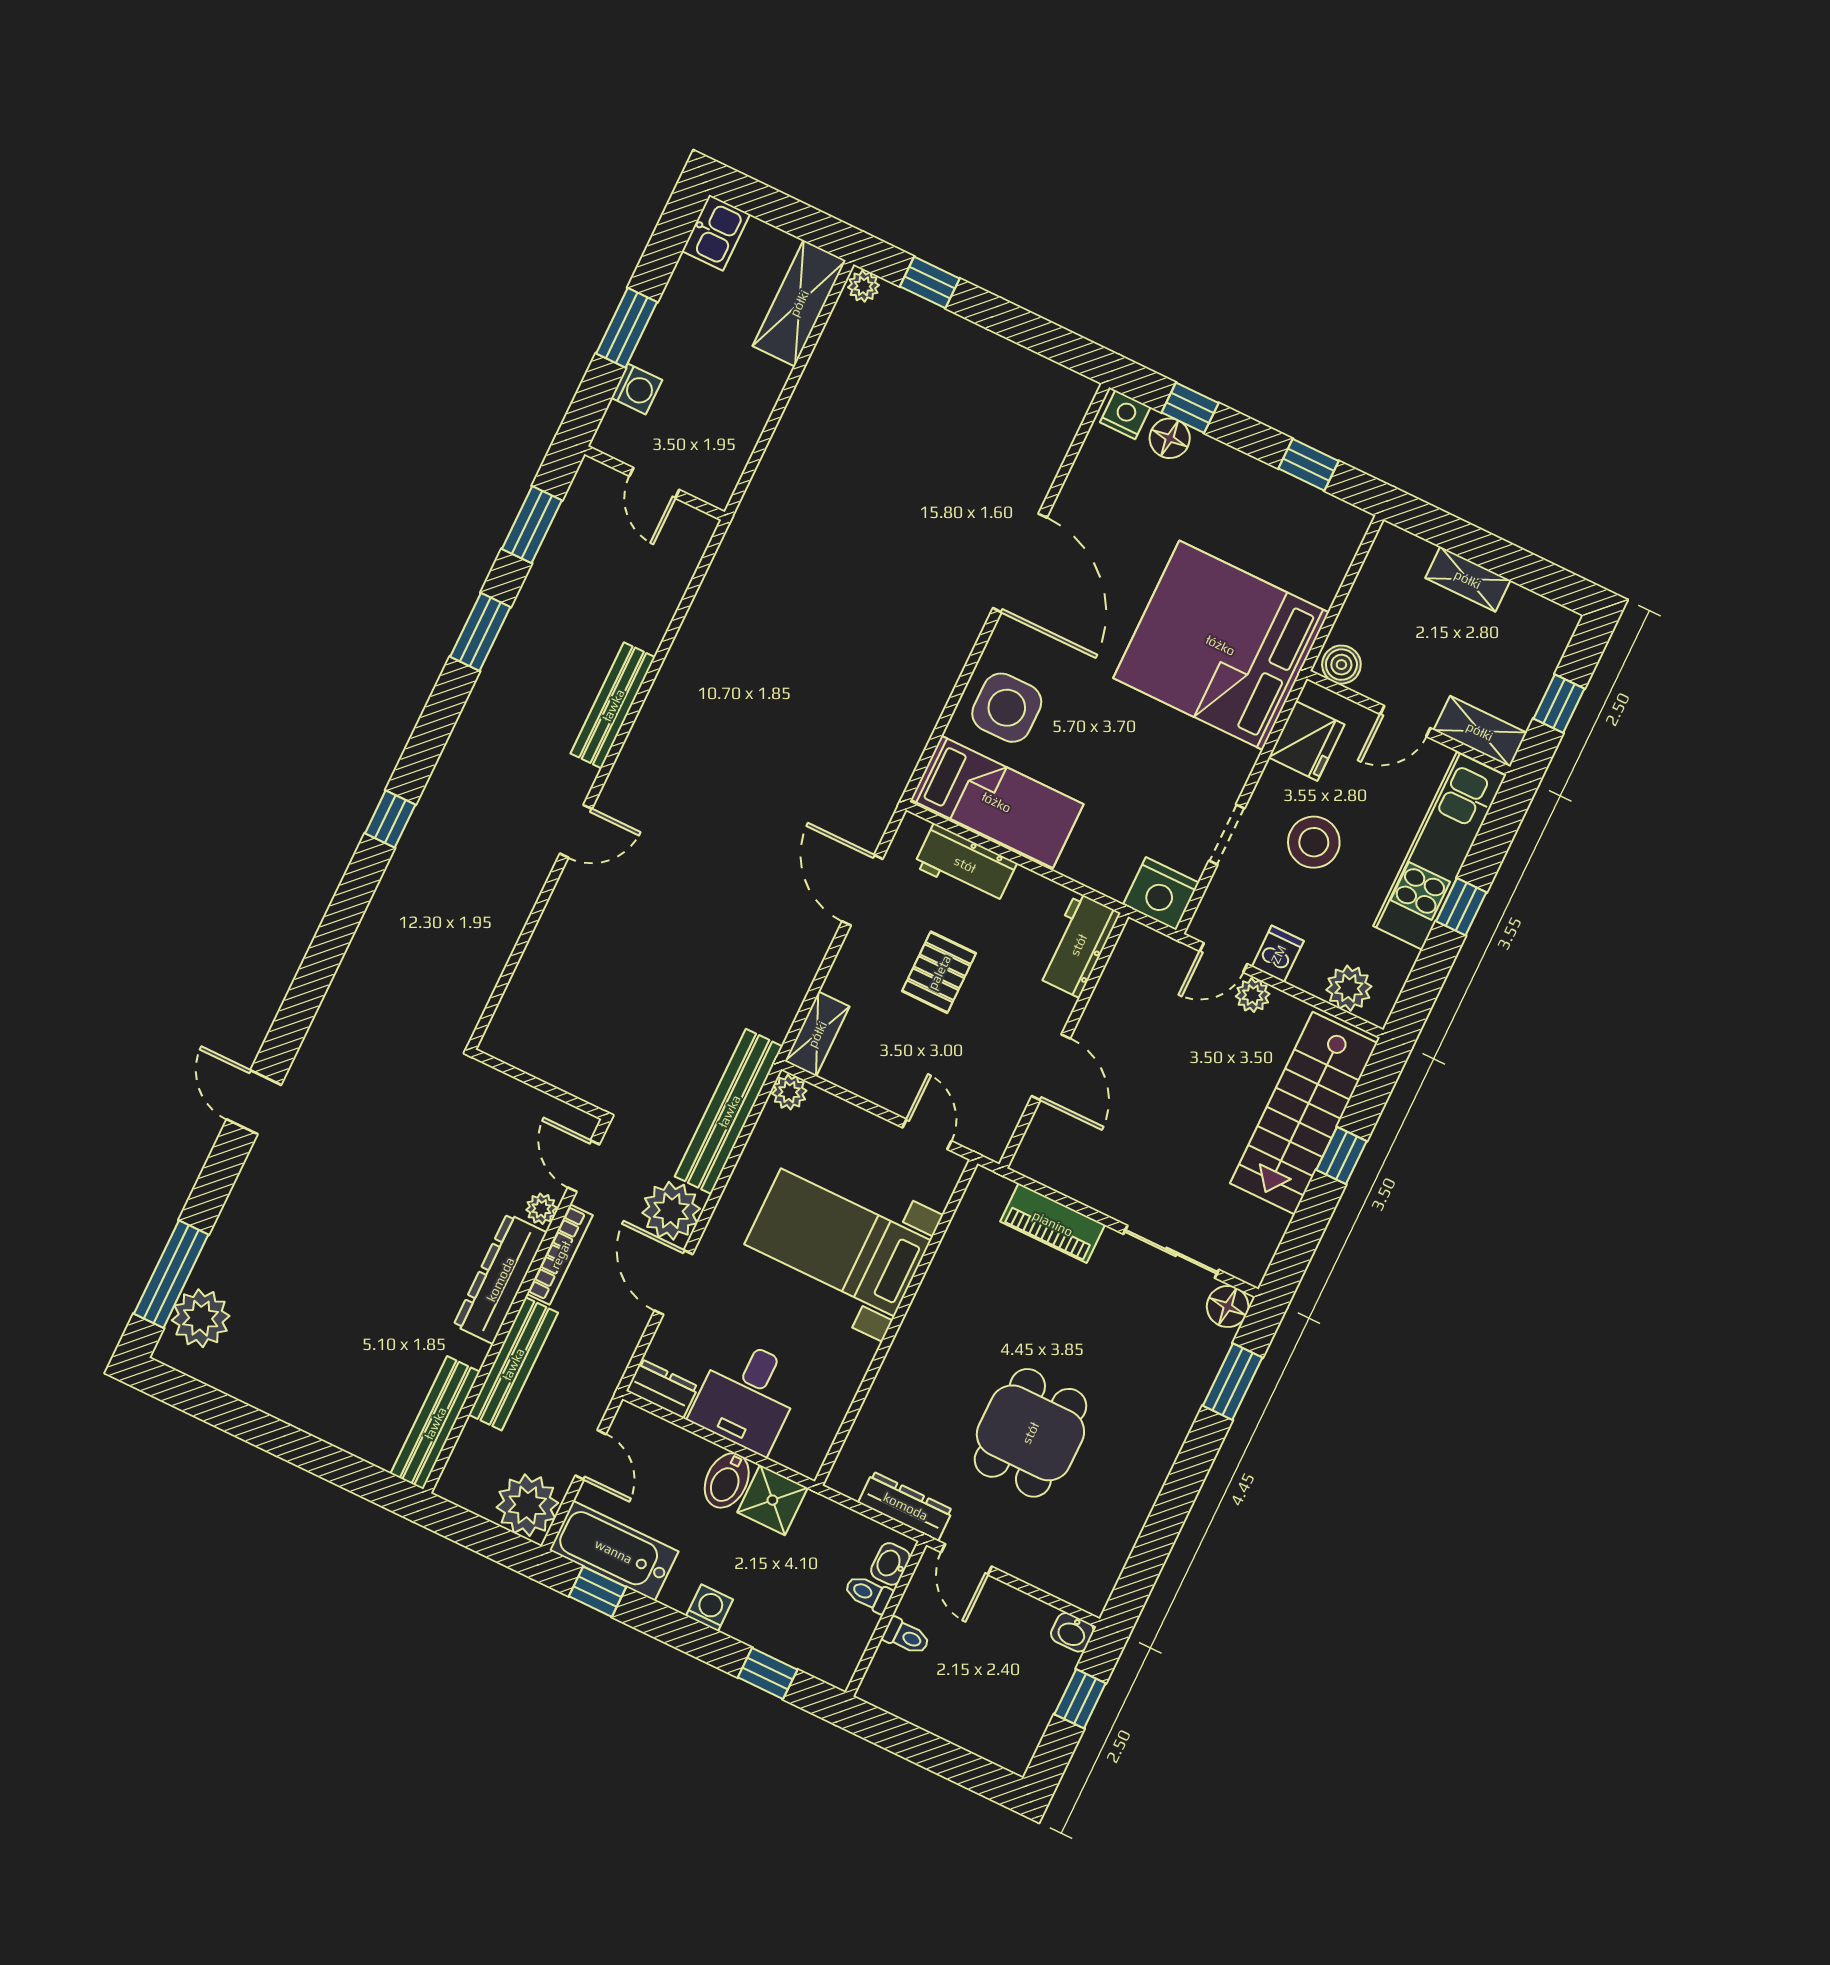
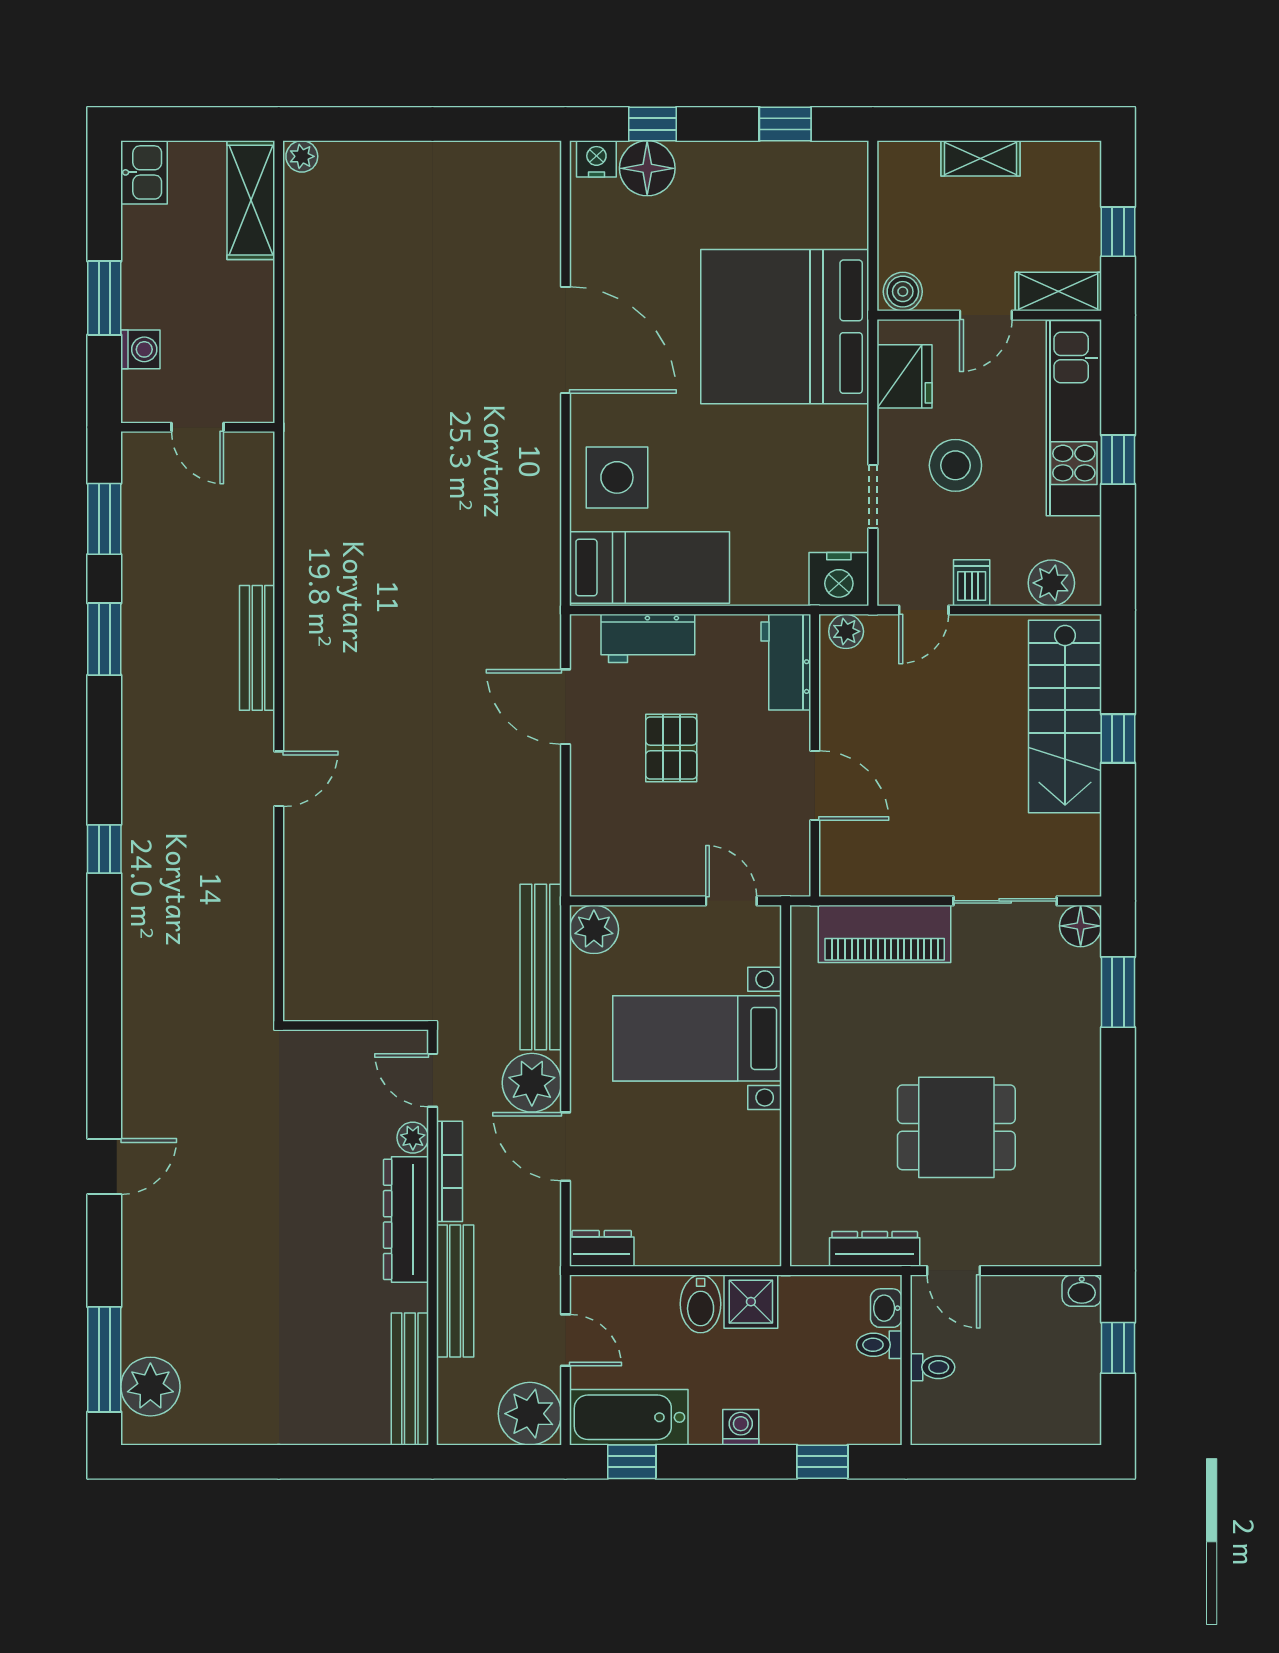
window: (930, 282) -> (361, 124), removed
floor lamp: (1170, 438) -> (647, 168), width x1.38, depth x1.38
plant: (1253, 995) -> (846, 631), moved
shelving: (817, 1034) -> (587, 858), removed
plant: (789, 1092) -> (594, 929), width x1.38, depth x1.38
door: (254, 1102) -> (104, 1167), swing flipped
piano: (1053, 1223) -> (885, 934), width x1.37, depth x1.33
desk: (747, 1396) -> (682, 1218), removed
dining table: (1030, 1433) -> (956, 1127), turned 90

